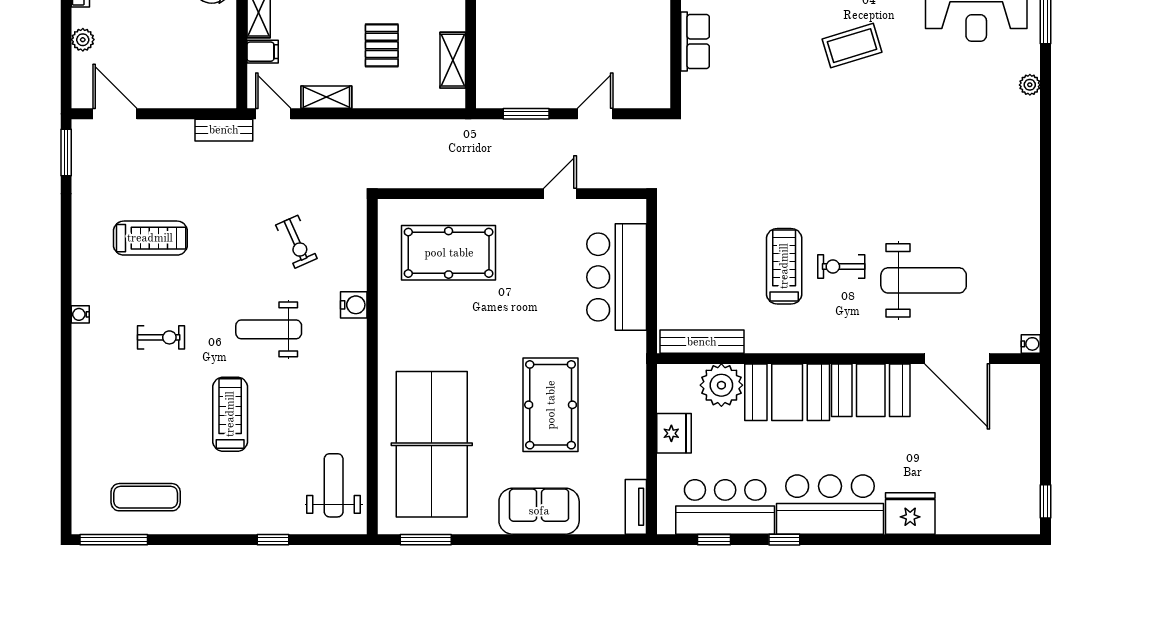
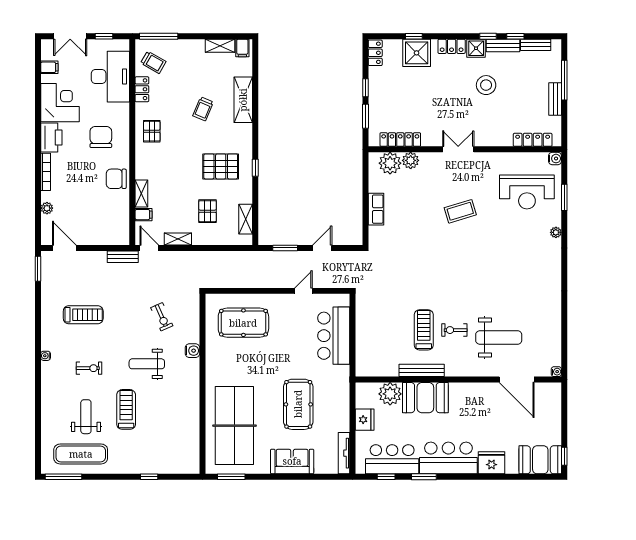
bench: (702, 342) -> (422, 370), moved
booth: (871, 390) -> (540, 460), moved
weight bench: (334, 485) -> (86, 417), moved
exercise mat: (146, 497) -> (81, 454), width x1.36, depth x1.45
tv unit: (636, 507) -> (344, 453), width x1.41
window: (784, 540) -> (424, 477), width x1.50

